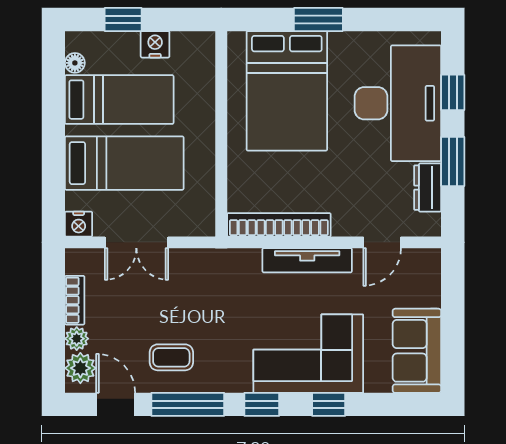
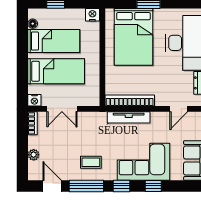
nightstand: (155, 44) -> (92, 15), moved
tv unit: (307, 260) -> (129, 117), moved
bookcase: (75, 300) -> (33, 123), moved
coffee table: (171, 357) -> (91, 162), moved
plant: (80, 368) -> (35, 169), removed

